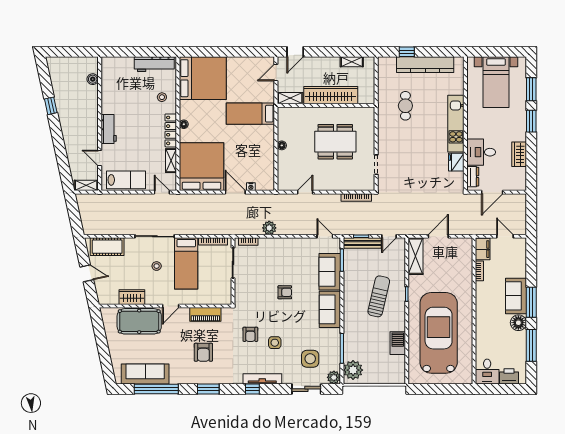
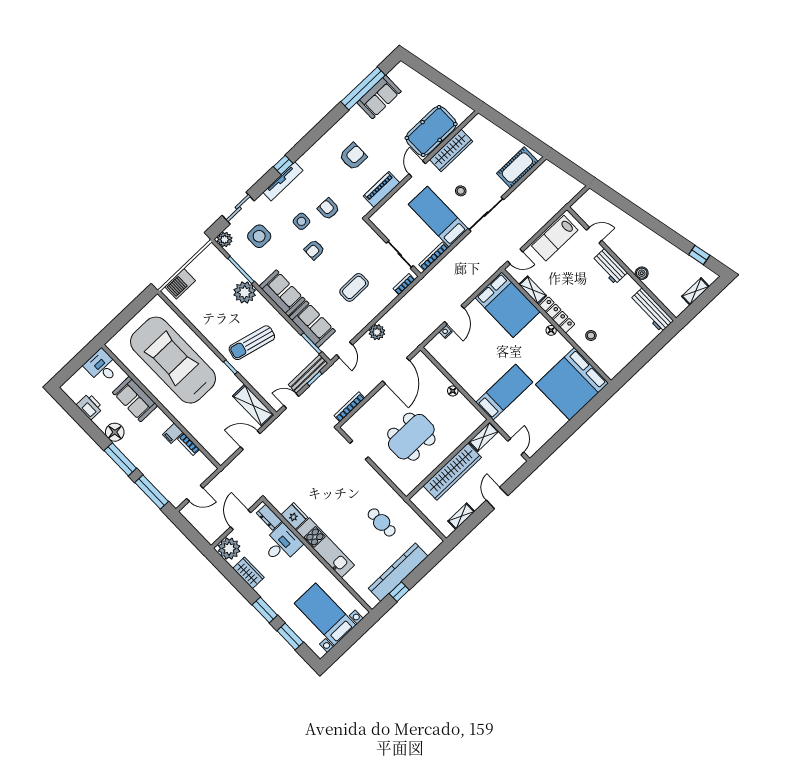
door: (295, 52) -> (497, 498), moved
window: (407, 52) -> (399, 592), moved
workbench: (154, 64) -> (652, 310), moved, turned -90
boiler: (93, 79) -> (642, 273), moved
window: (51, 106) -> (699, 255), moved
bed: (202, 167) -> (507, 305), width x0.73
plant: (517, 181) -> (229, 549), added
shelving: (86, 185) -> (695, 291), moved
door: (235, 192) -> (454, 315), hinge flipped
door: (305, 192) -> (396, 371), width x1.87
plant: (269, 228) -> (377, 332), moved
door: (325, 236) -> (344, 350), hinge flipped
door: (389, 236) -> (291, 401), hinge flipped
door: (438, 236) -> (250, 440), swing flipped
filing cabinet: (483, 249) -> (173, 433), moved, width x0.50
coffee table: (281, 270) -> (354, 287), added
door: (87, 273) -> (513, 129), removed
armchair: (285, 292) -> (314, 250), moved
sun lounger: (379, 296) -> (252, 343), turned 91
sofa: (516, 296) -> (135, 399), moved, turned 180
wardrobe: (132, 297) -> (451, 150), width x1.50
car: (439, 333) -> (173, 360), turned 180
barbecue: (398, 343) -> (180, 284), moved, turned 90
window: (531, 345) -> (152, 492), moved
armchair: (203, 352) -> (353, 156), turned 90
plant: (353, 370) -> (245, 292), moved
sofa: (145, 374) -> (379, 97), width x0.73
printer: (509, 376) -> (90, 406), moved, turned -90
window: (208, 389) -> (320, 130), removed

